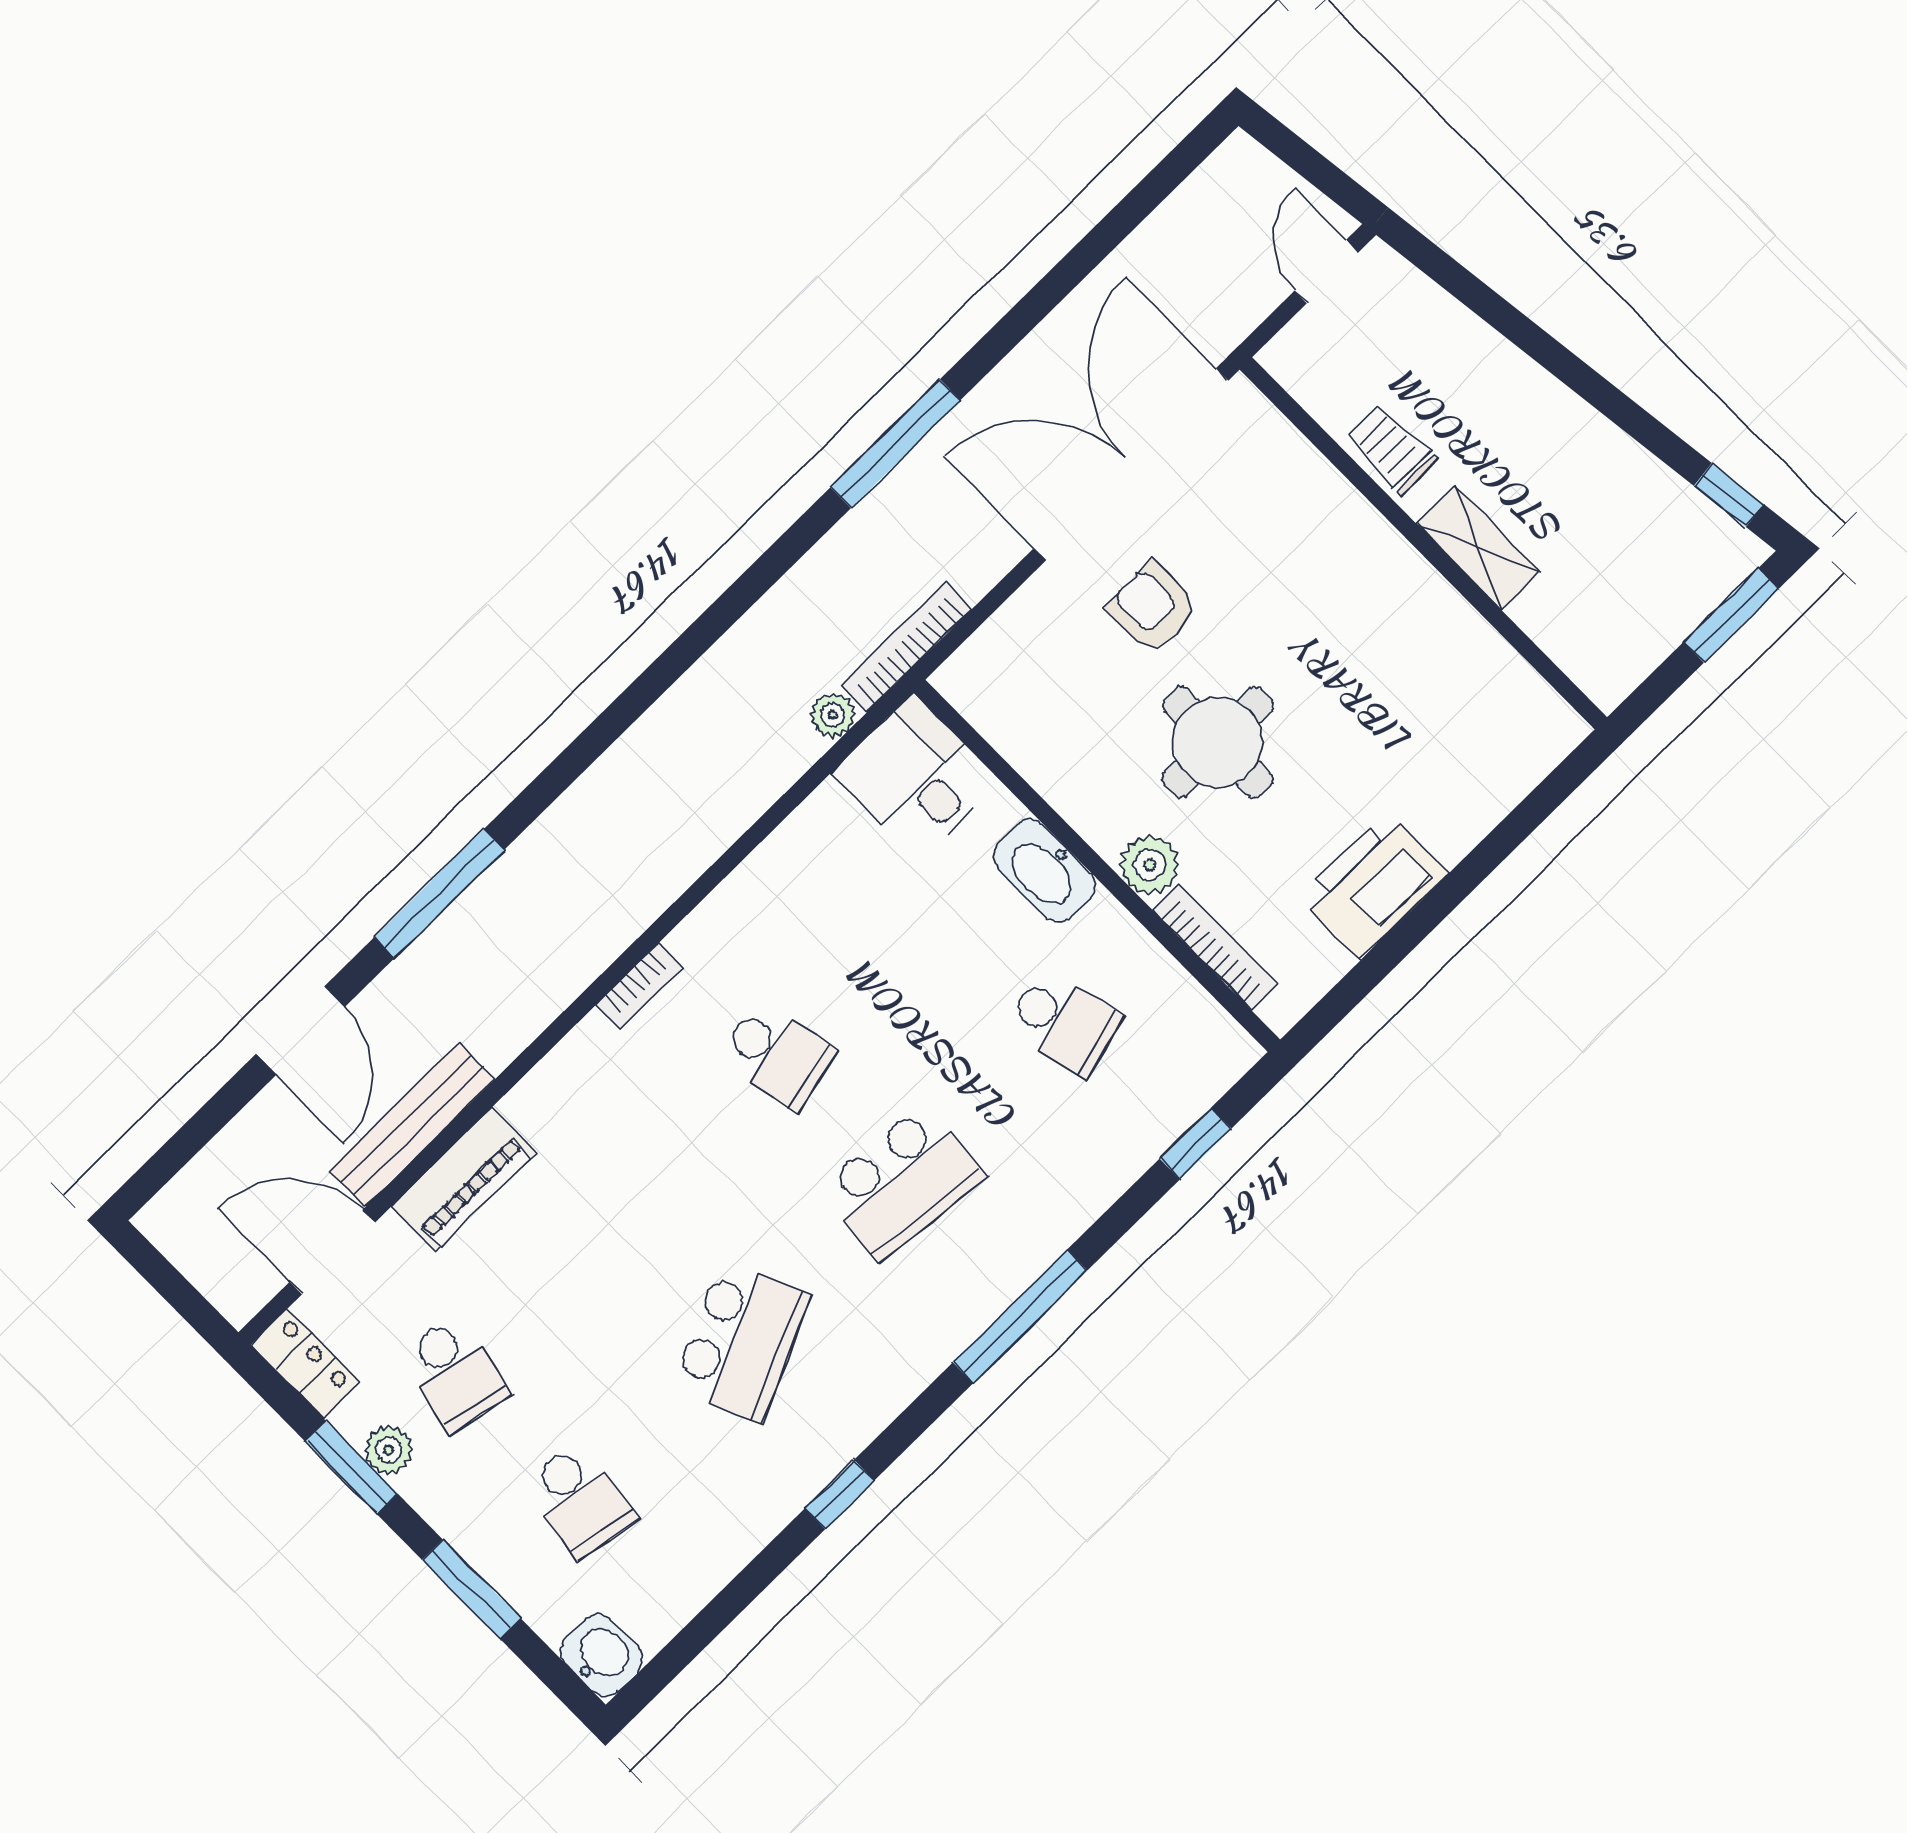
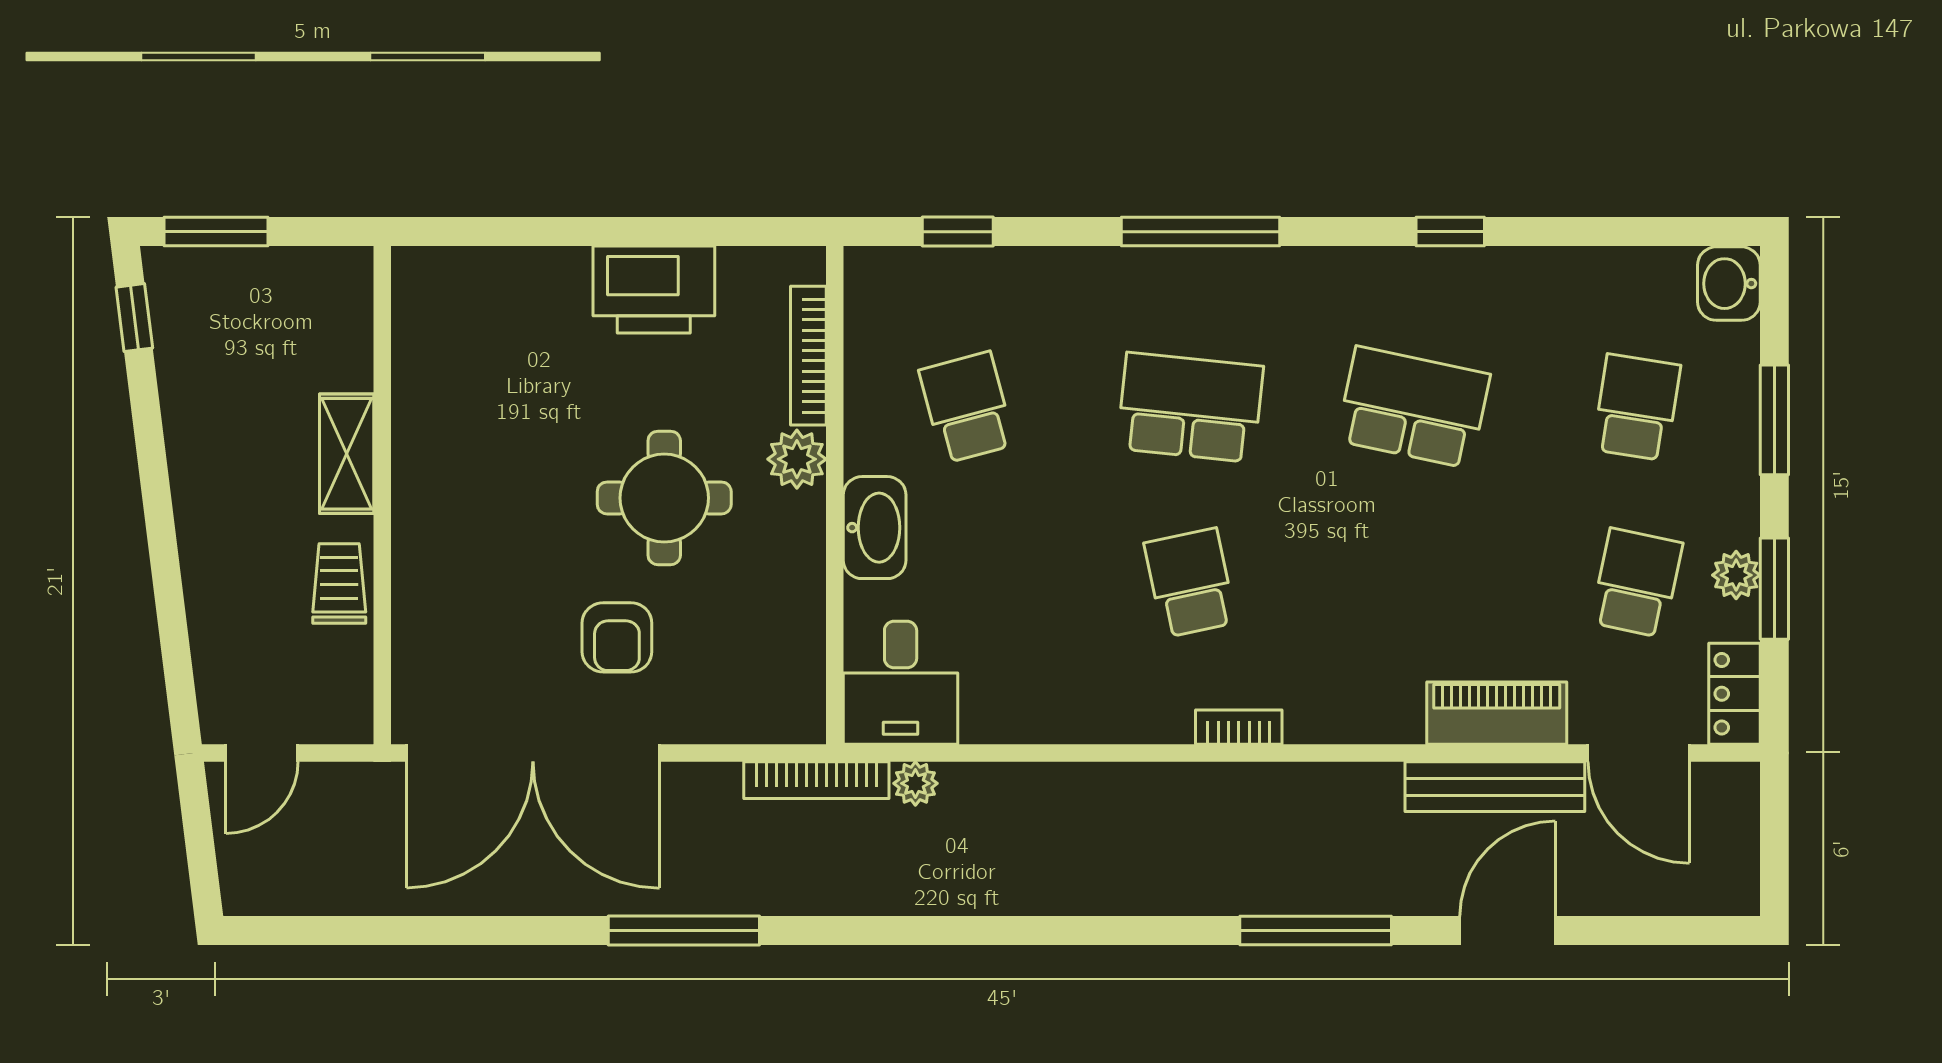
trolley: (1392, 449) -> (339, 583), turned 180
school desk: (741, 1341) -> (1413, 407), turned 36

